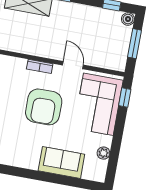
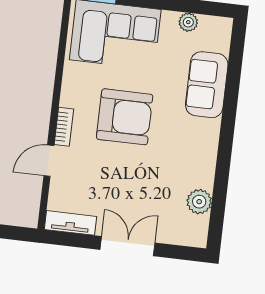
door: (73, 65) -> (49, 161), moved

